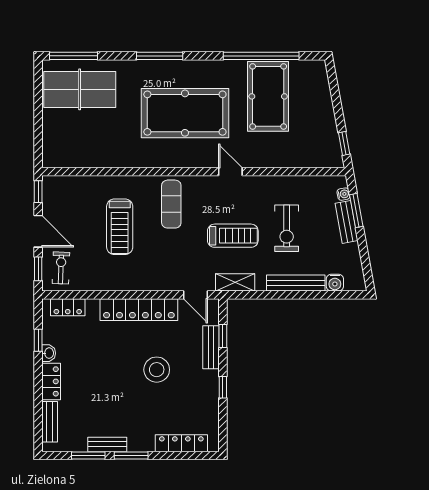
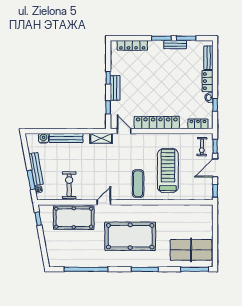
pool table: (268, 96) -> (74, 218), moved, turned 90
door: (230, 172) -> (104, 202), swing flipped
bench: (347, 222) -> (36, 169), width x1.36
treadmill: (120, 227) -> (168, 170), width x1.37, depth x1.38
exercise bike: (287, 228) -> (69, 185), moved
door: (38, 231) -> (215, 168), hinge flipped
treadmill: (233, 236) -> (102, 165), removed
bench: (211, 347) -> (115, 88), moved
stool: (157, 370) -> (147, 88), removed

